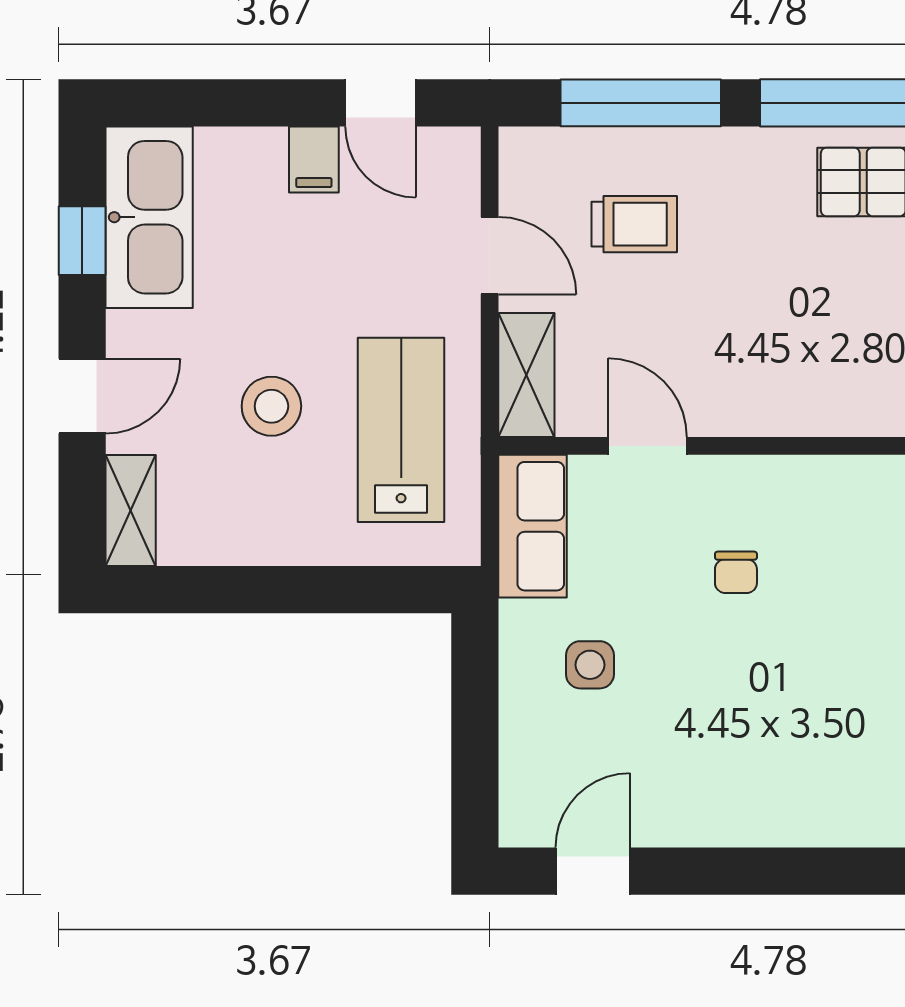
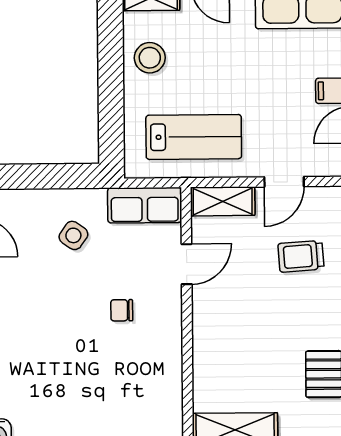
trolley: (634, 224) -> (301, 256), turned 86
stool: (271, 406) -> (150, 58), moved
side table: (590, 665) -> (73, 235), turned 35

